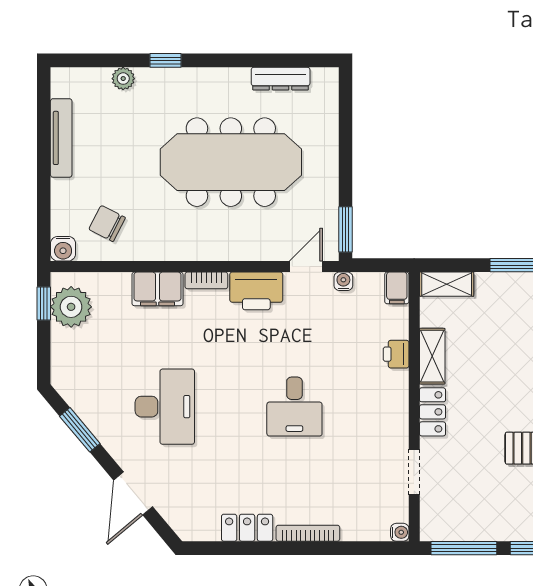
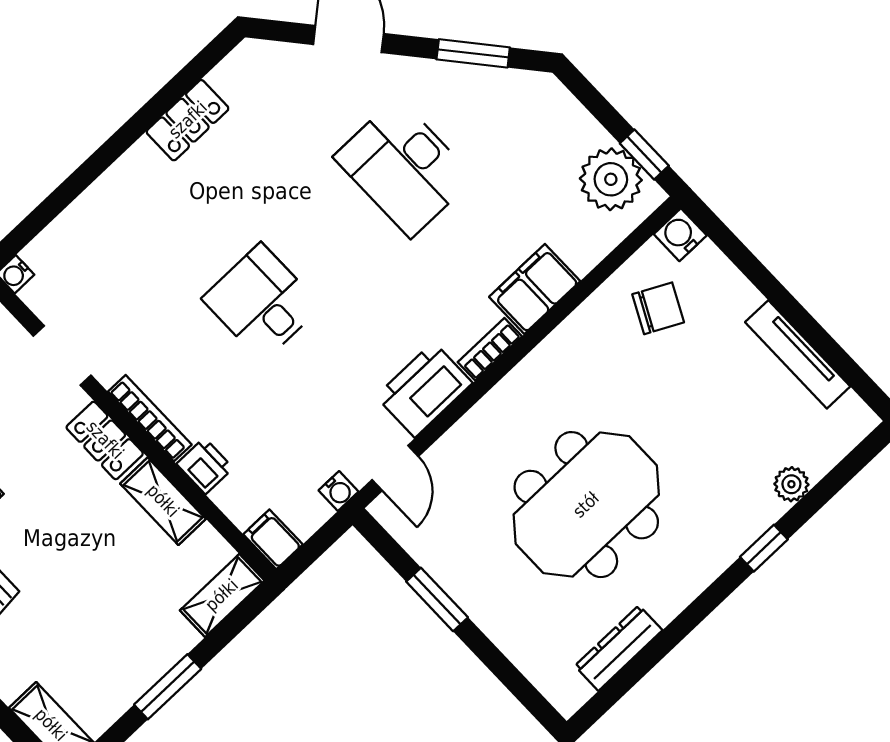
meeting table: (231, 162) -> (586, 505), width x0.73
window: (345, 229) -> (437, 599), moved
bookcase: (308, 533) -> (150, 418), moved, turned -90

